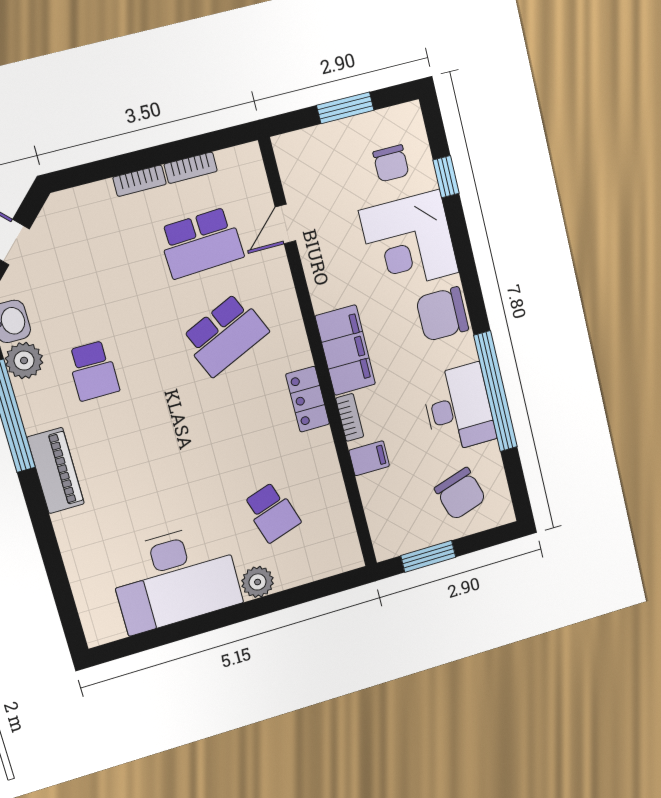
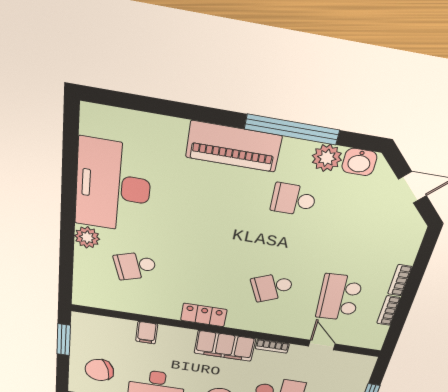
school desk: (225, 335) -> (272, 287), width x0.54
bookcase: (350, 417) -> (272, 346), moved
piano: (56, 471) -> (234, 146), width x1.37, depth x1.33

